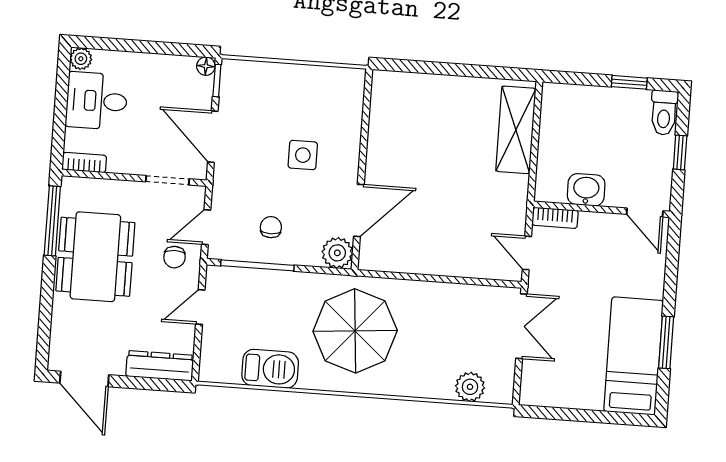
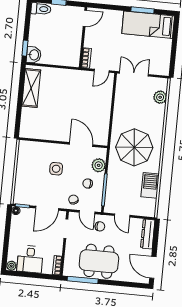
window: (629, 82) -> (25, 48), moved
shelving: (516, 130) -> (31, 88), moved, turned 90
washbasin: (586, 190) -> (34, 55), moved, turned 180
chair: (234, 196) -> (73, 200), added
plant: (337, 253) -> (99, 165), moved
door: (84, 379) -> (153, 267), swing flipped

